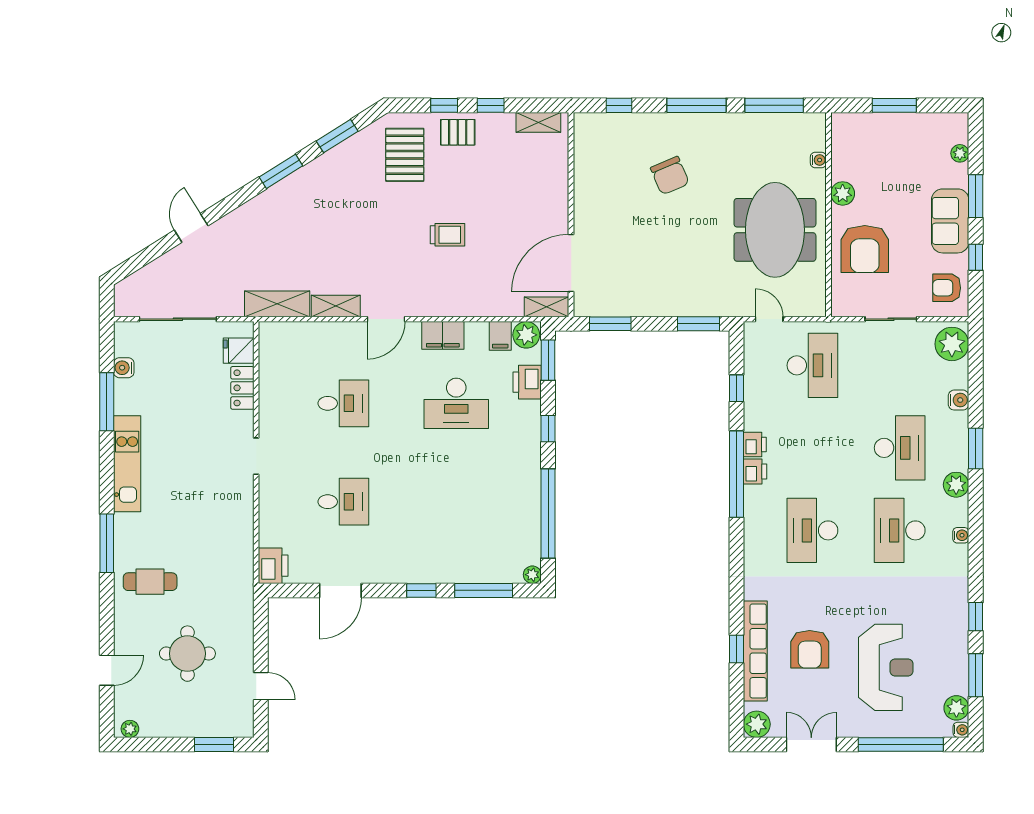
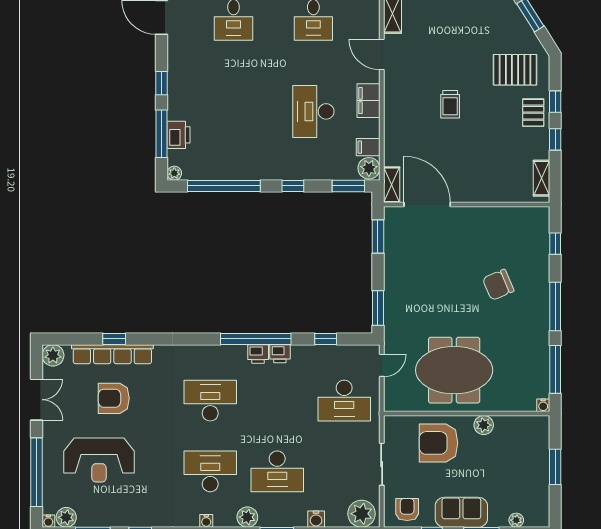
water cooler: (818, 160) -> (543, 405), moved
printer: (527, 382) -> (178, 135), moved, turned 90

